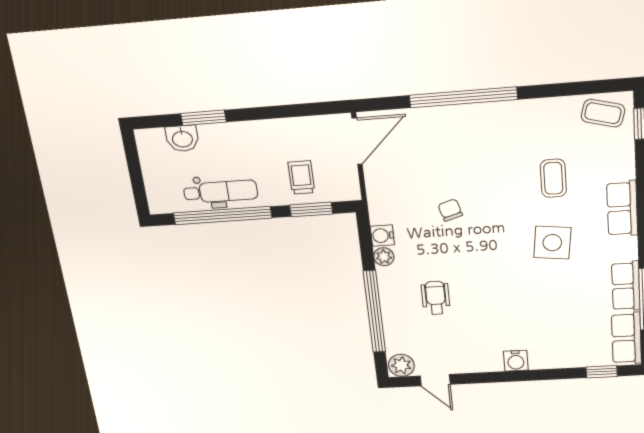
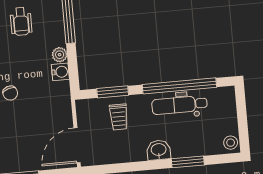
washbasin: (182, 138) -> (159, 150), moved
stool: (148, 142) -> (231, 143), added

